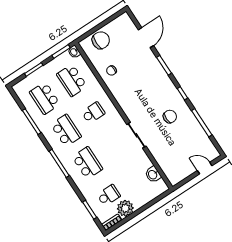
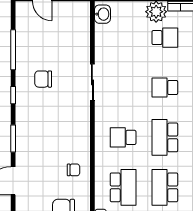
school desk: (45, 98) -> (165, 187), turned 180
school desk: (87, 163) -> (165, 87), width x0.54
washbasin: (153, 174) -> (102, 14), moved
school desk: (109, 195) -> (165, 38), turned 180

